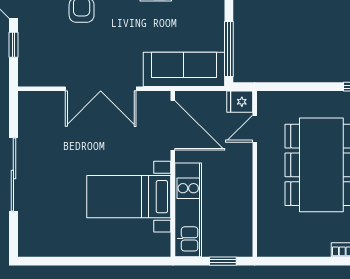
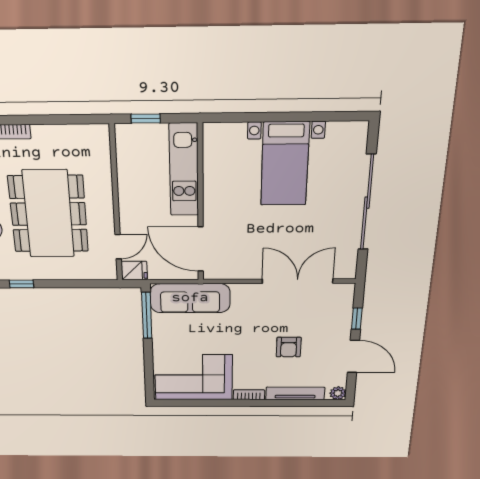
double door: (101, 89) -> (297, 281), moved
sliding door: (13, 175) -> (367, 203), width x1.36
bed with nightstands: (129, 197) -> (285, 164), moved, turned 90

